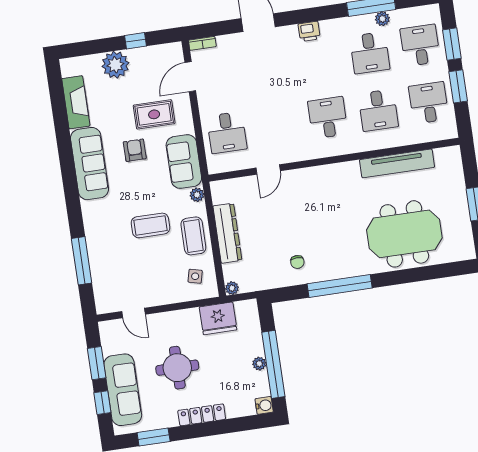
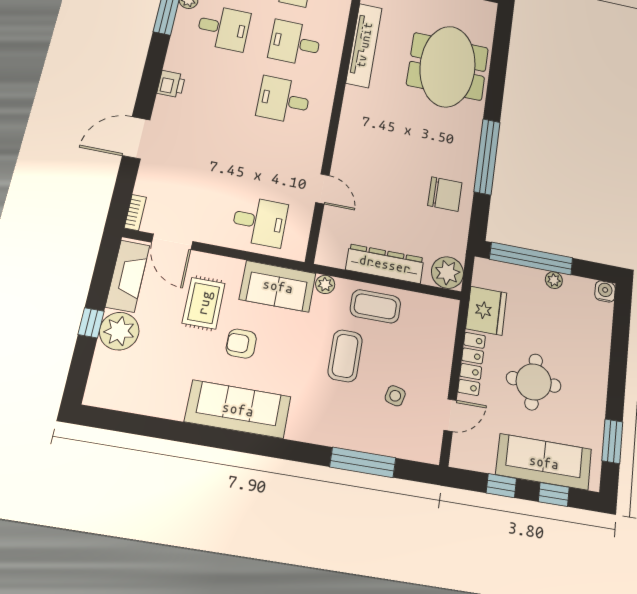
window: (136, 41) -> (91, 323), moved
fireplace: (76, 102) -> (128, 276), moved, turned 90
desk: (378, 110) -> (295, 43), turned 180
chair: (297, 262) -> (445, 194), width x1.87, depth x1.87
side table: (195, 276) -> (395, 396), moved
plant: (232, 288) -> (447, 273), width x1.88, depth x1.88
window: (97, 363) -> (501, 486), width x0.67
window: (273, 364) -> (531, 259), moved
locker: (202, 415) -> (472, 364), moved, turned 180

